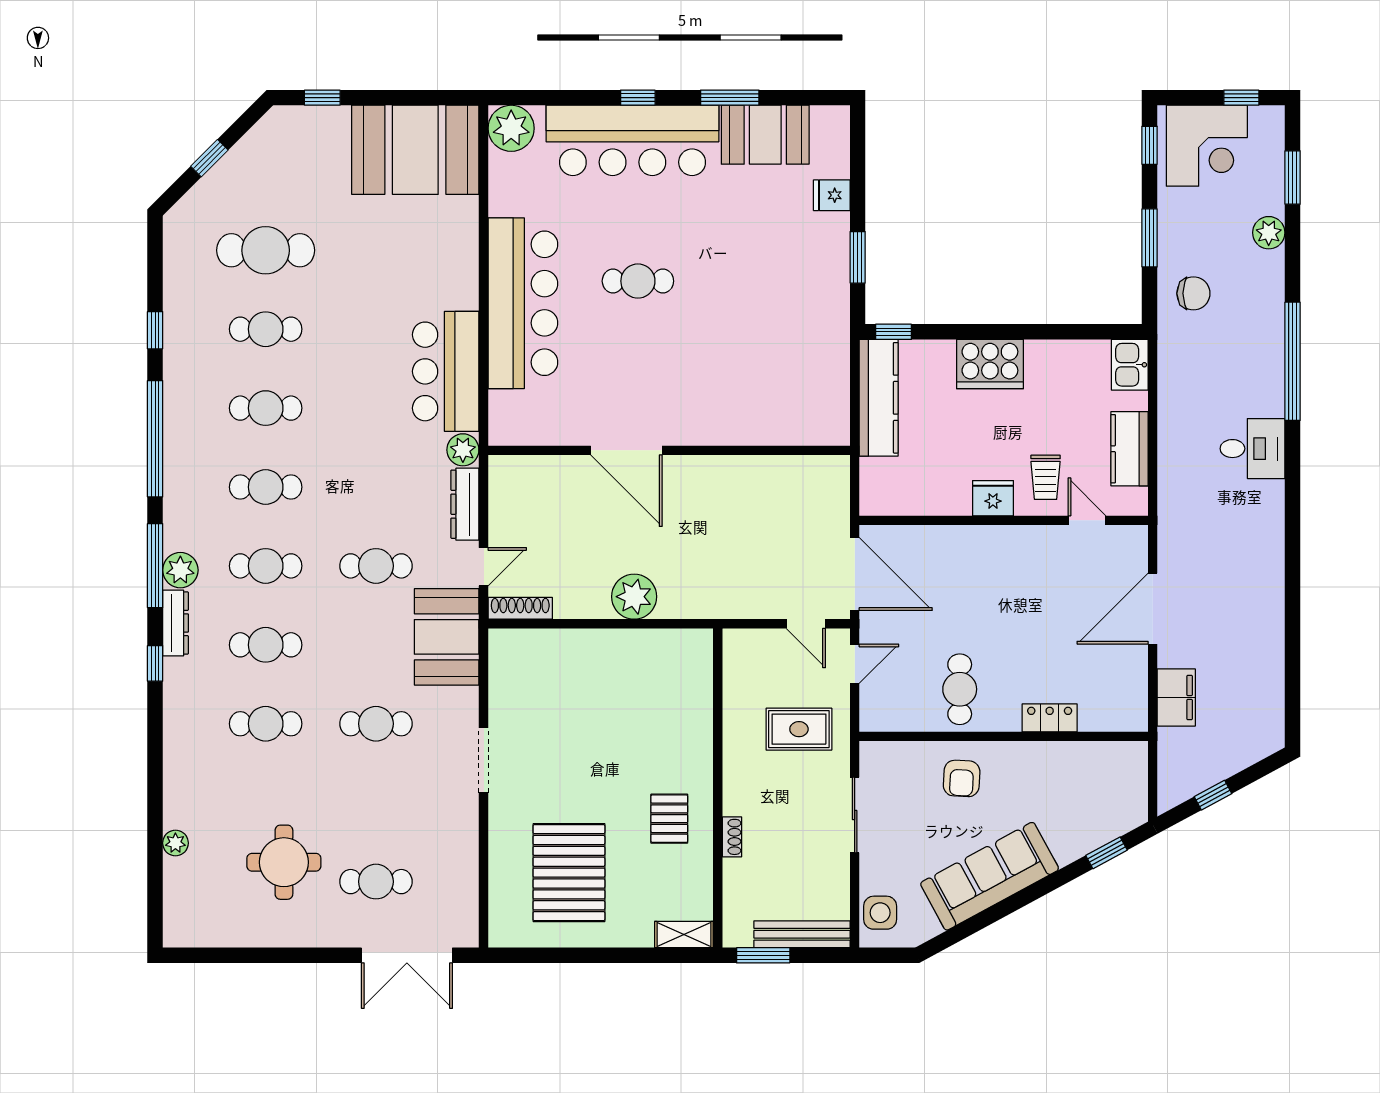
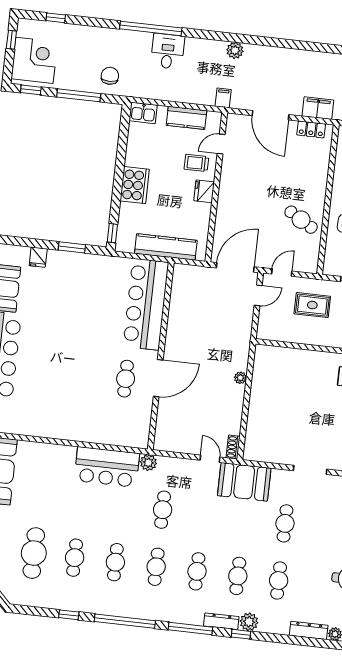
window: (1293, 177) -> (56, 18), width x0.67
plant: (1269, 233) -> (235, 50), moved
window: (1150, 238) -> (79, 95), width x1.44
cafe table: (638, 281) -> (126, 379), moved
bar counter: (523, 303) -> (146, 304), moved, turned -90
kitchen counter: (879, 398) -> (166, 247), moved
desk: (1253, 449) -> (168, 51), moved
trolley: (1046, 477) -> (196, 163), turned 180
dresser: (465, 504) -> (309, 630), moved, turned 180
filing cabinet: (1175, 514) -> (223, 98), added
cafe table: (376, 566) -> (163, 510), moved
plant: (180, 570) -> (249, 622), moved
plant: (634, 597) -> (240, 378), width x0.53, depth x0.53
shoe rack: (520, 608) -> (233, 447), width x0.70
door: (855, 664) -> (282, 272), hinge flipped
cafe table: (960, 689) -> (301, 220), turned 31
locker: (1050, 718) -> (311, 129), moved, turned -90
rug: (799, 729) -> (312, 305), turned 90

